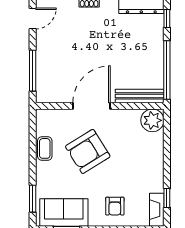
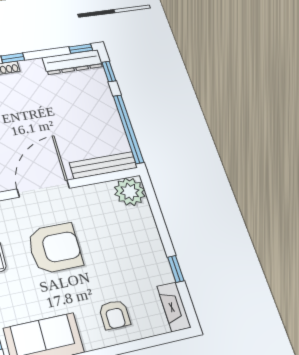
armchair: (88, 151) -> (55, 248), turned -148
window: (167, 198) -> (176, 269), moved

